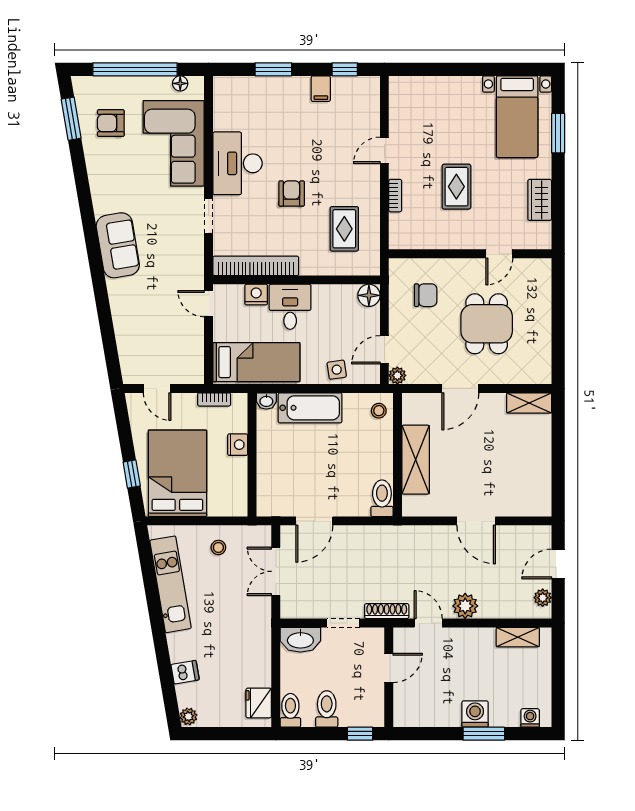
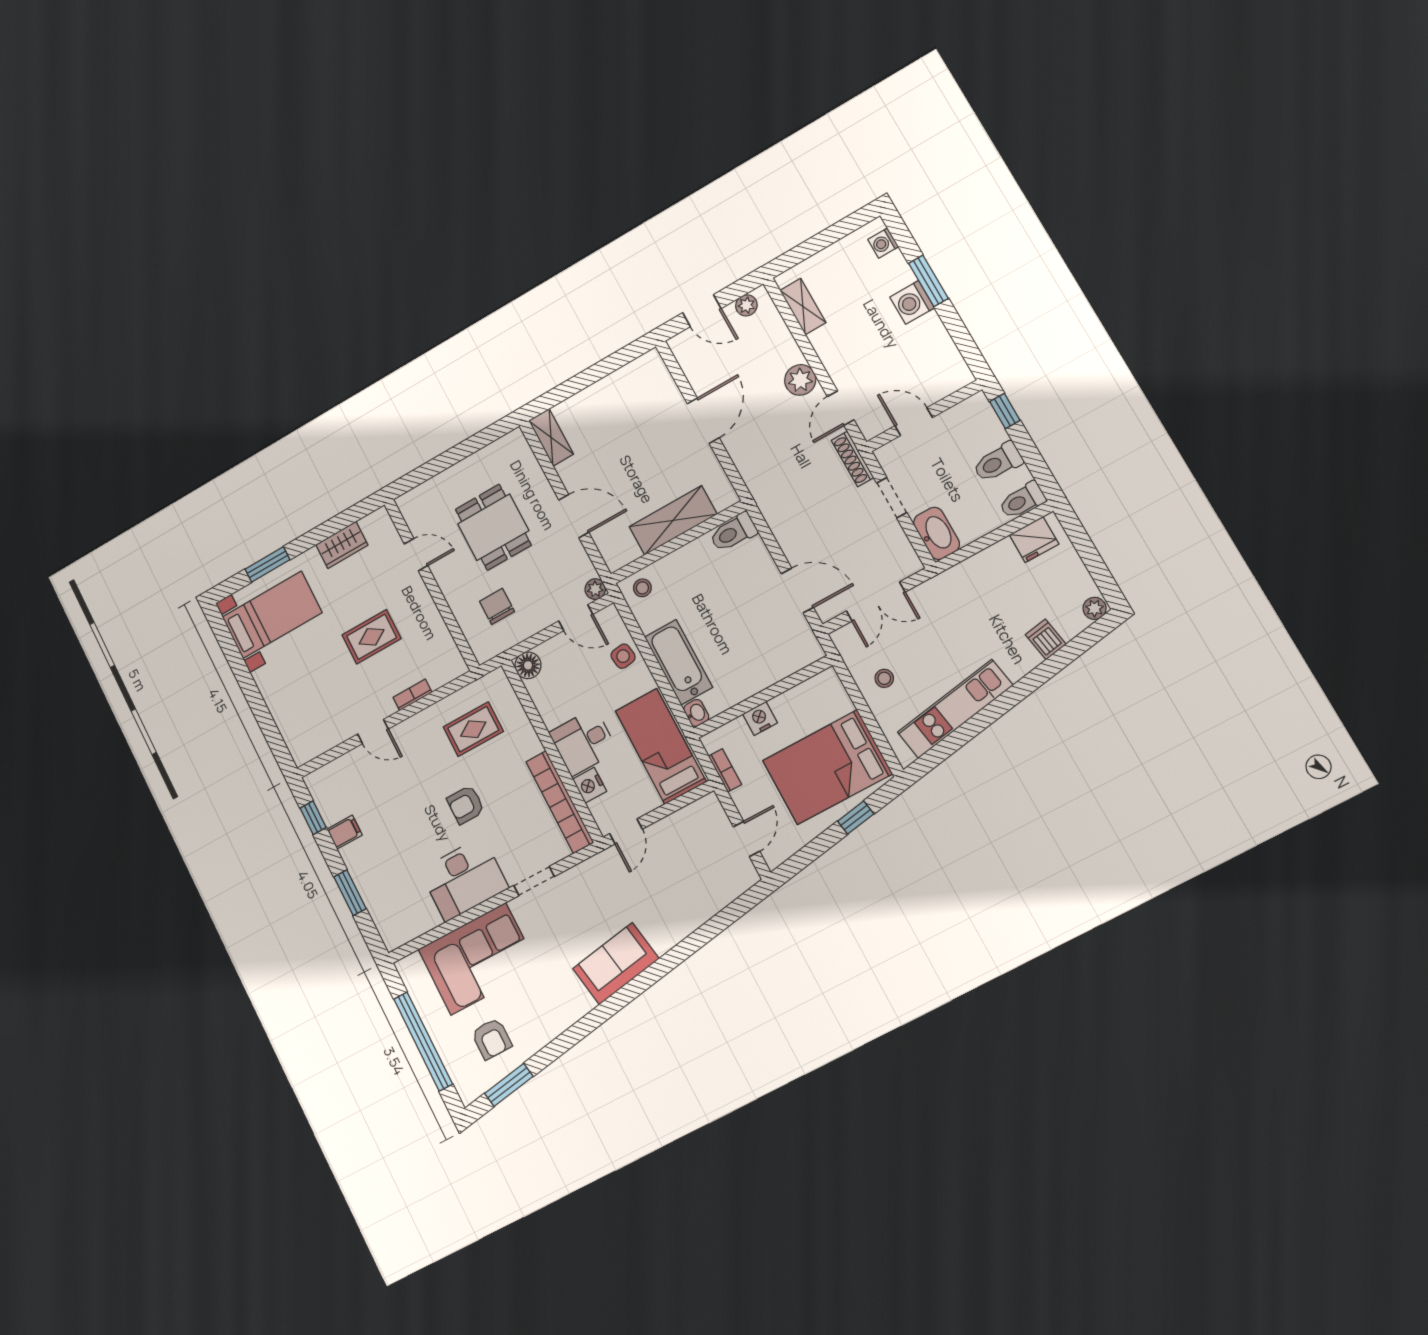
floor lamp: (180, 83) -> (413, 985), removed
dining table: (487, 324) -> (493, 527), turned 90

